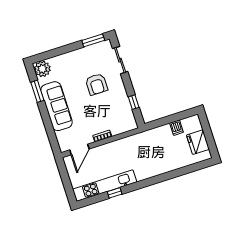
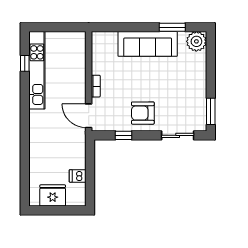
armchair: (97, 84) -> (143, 113), moved
door: (79, 149) -> (89, 116), moved
window: (115, 193) -> (25, 63), moved

